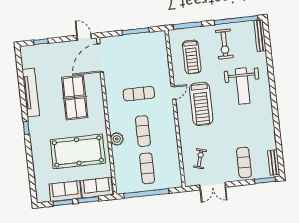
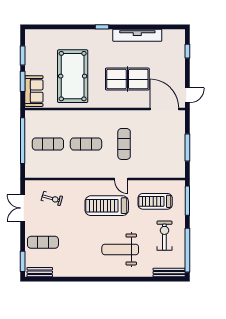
exercise bike: (224, 44) -> (164, 236), turned 90
plant: (117, 139) -> (81, 117), removed
sofa: (65, 191) -> (34, 59), removed

